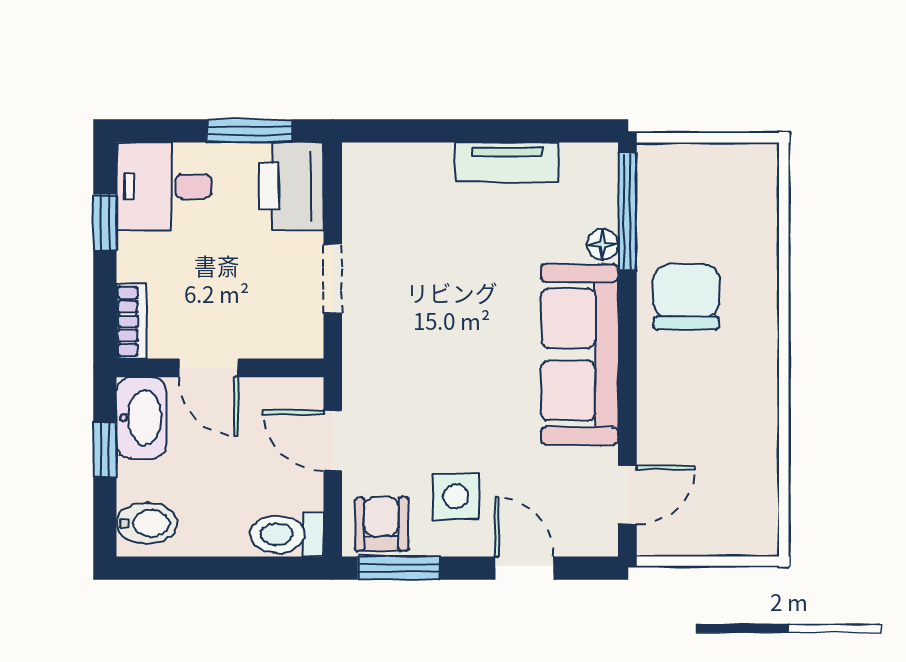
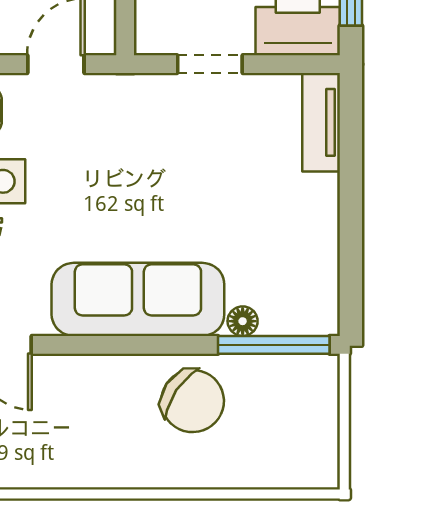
tv unit: (507, 162) -> (321, 122), moved
chair: (686, 297) -> (193, 401), turned 34

